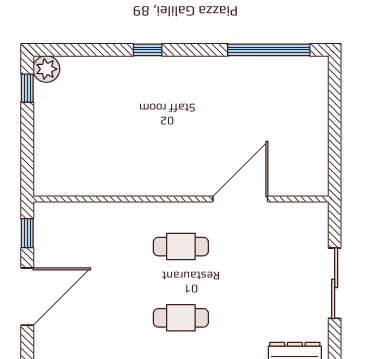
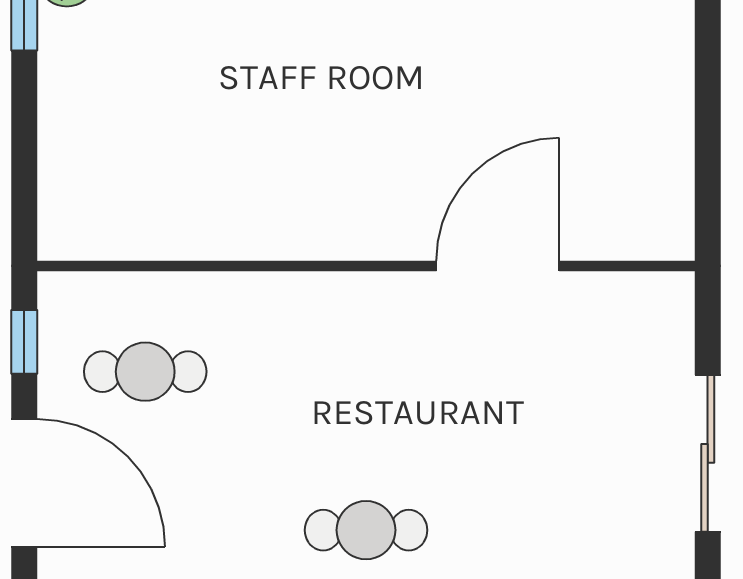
cafe table: (181, 247) -> (145, 372), moved
door: (27, 297) -> (24, 483), hinge flipped

